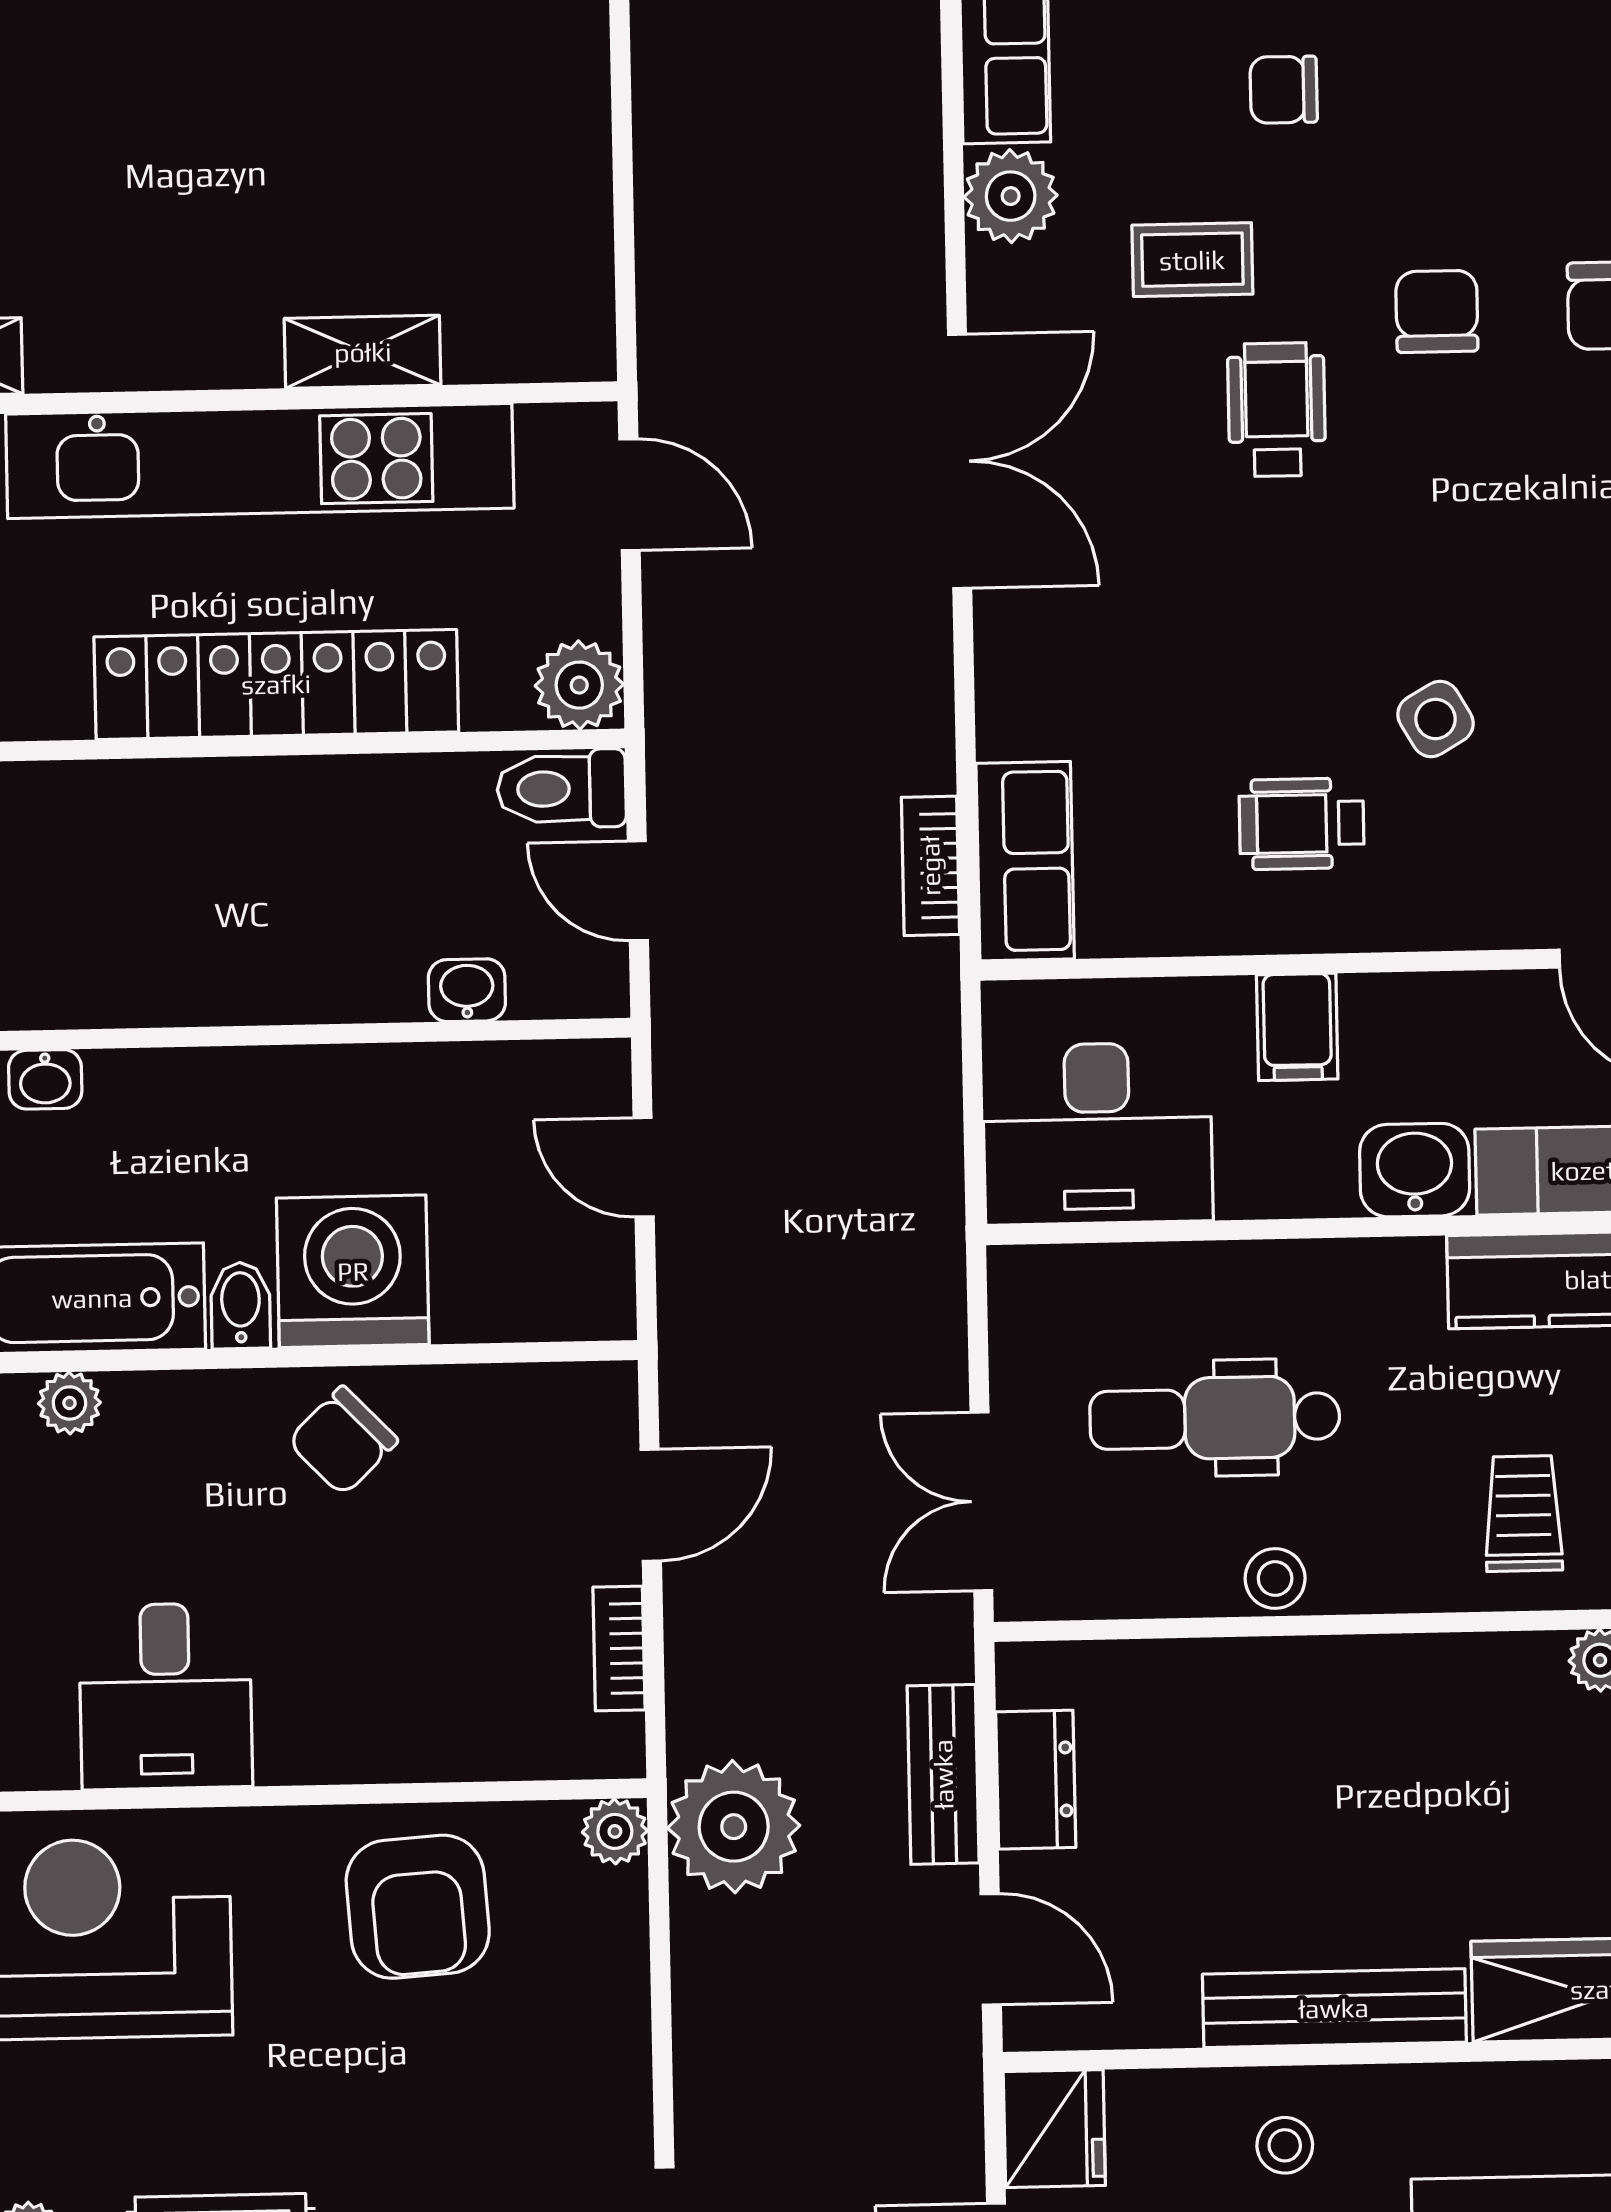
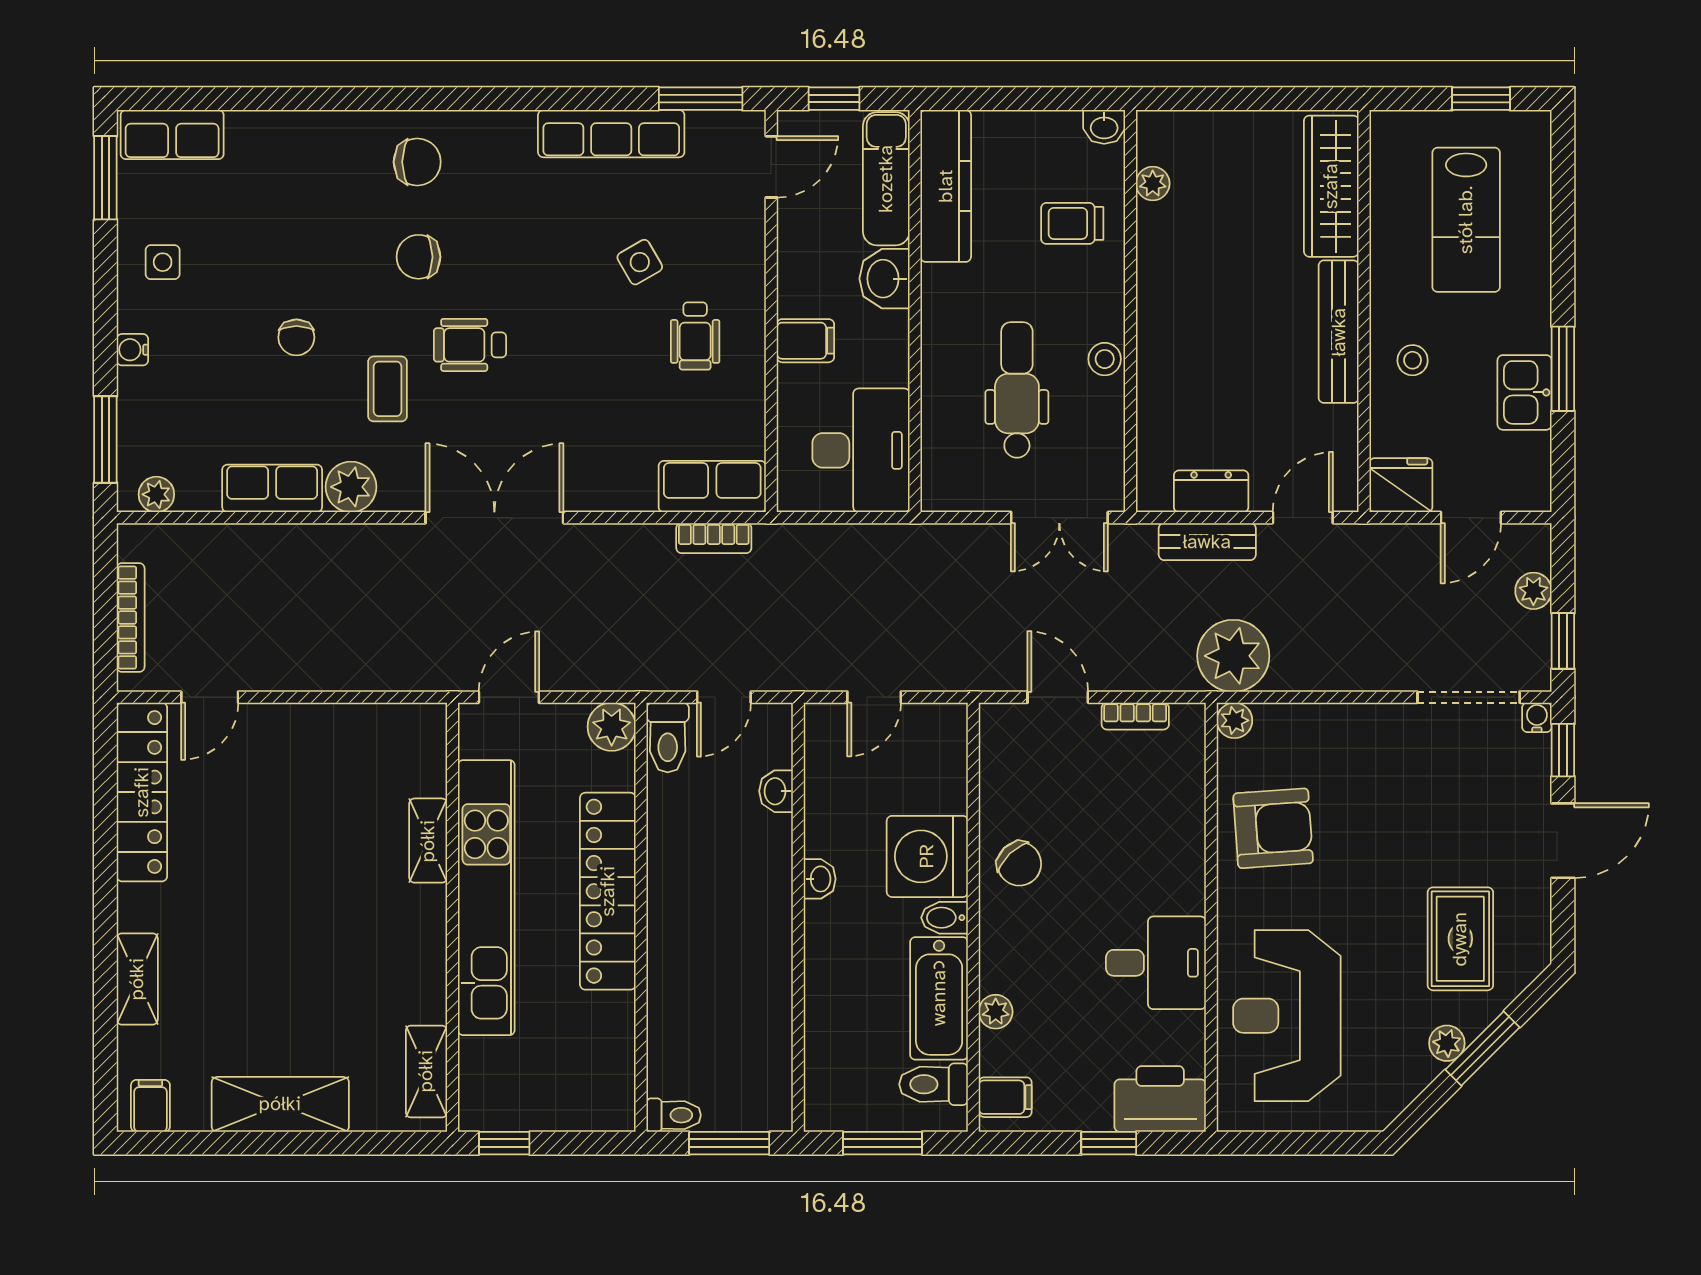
washbasin: (45, 1079) -> (820, 879), moved
dental chair: (1215, 1418) -> (1017, 390), turned 180

